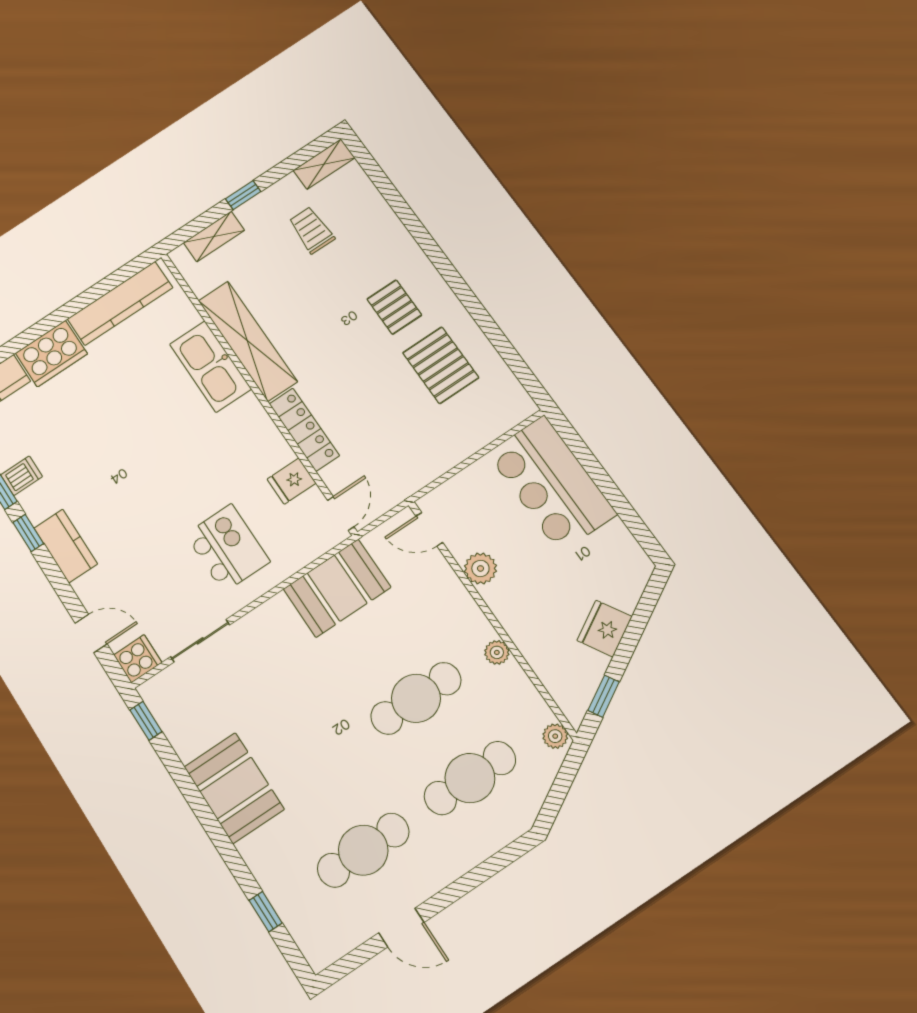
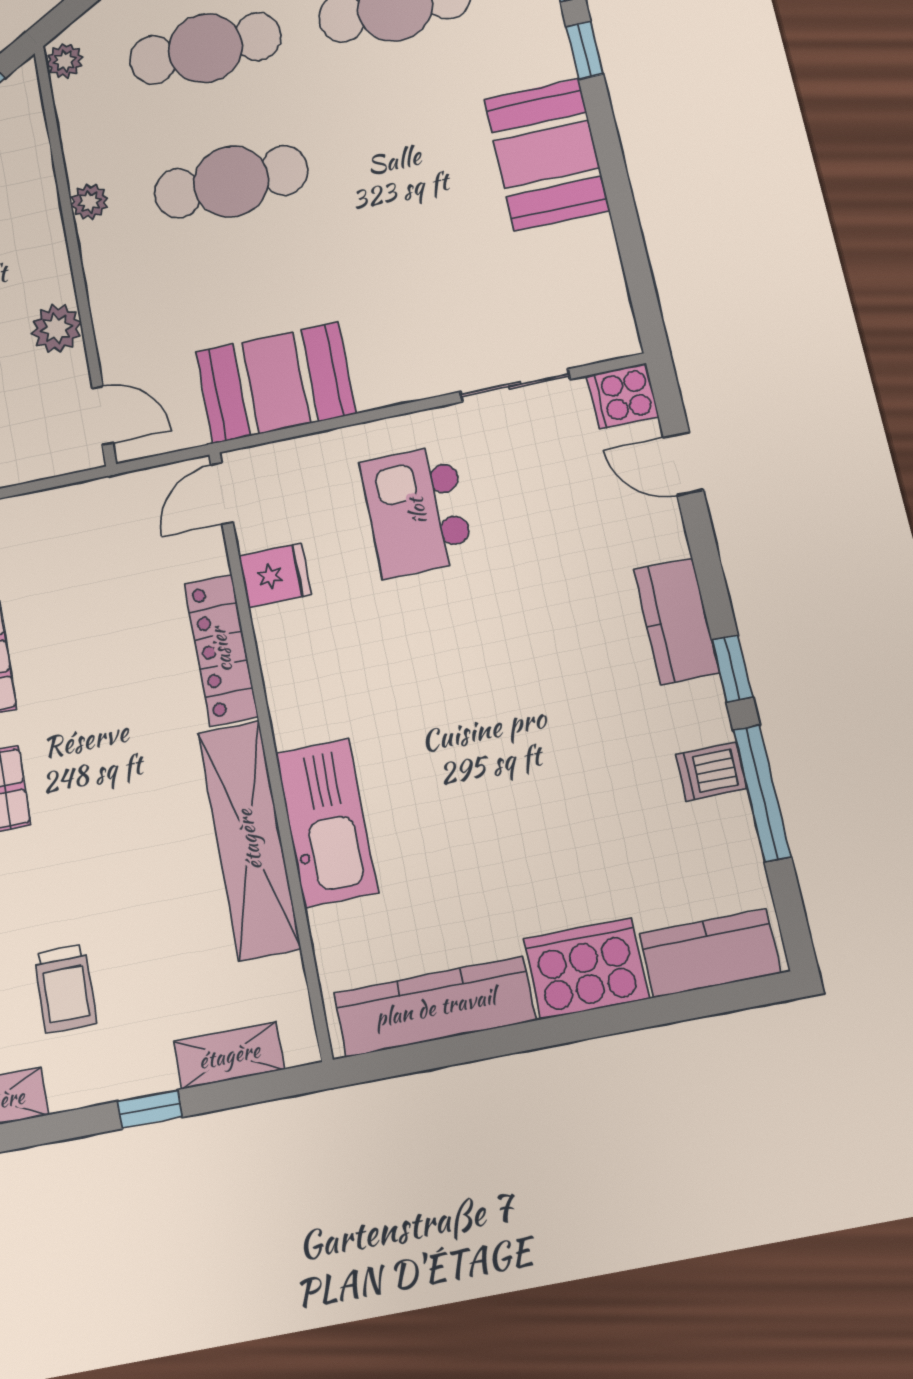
window: (146, 721) -> (585, 50), moved

